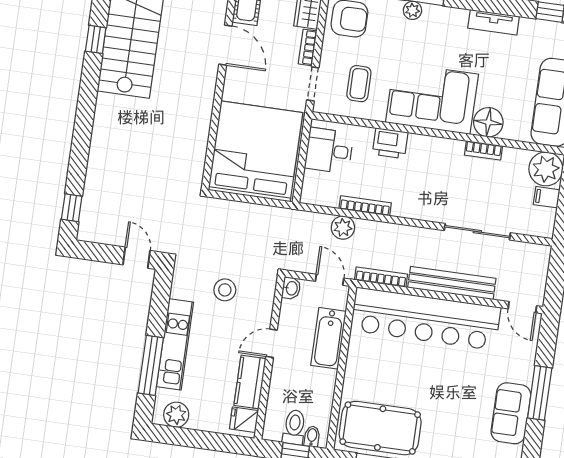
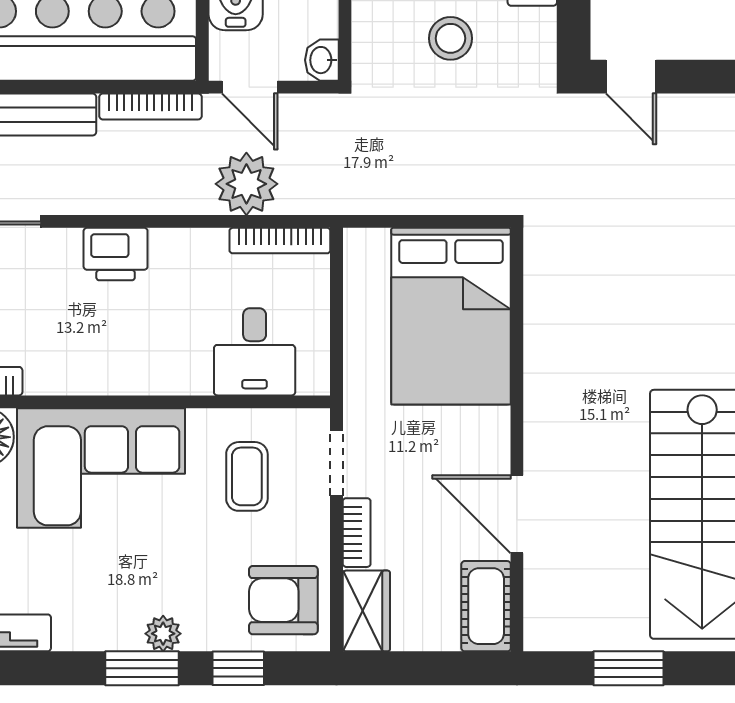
printer: (390, 143) -> (116, 254), moved, turned 180
bed: (255, 151) -> (451, 316), width x0.73
desk: (329, 151) -> (255, 352), moved, turned 90
bookcase: (365, 206) -> (280, 241), moved
plant: (343, 228) -> (246, 184), width x1.36, depth x1.36

